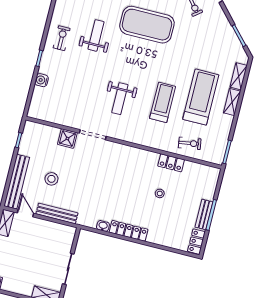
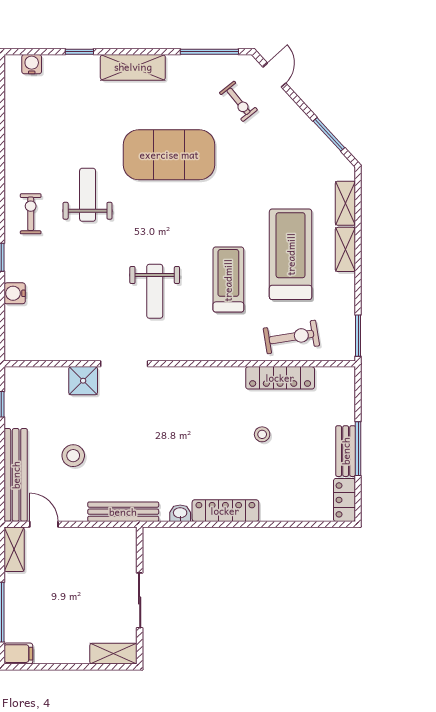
exercise bike: (190, 143) -> (291, 337), width x1.38, depth x1.39
locker: (171, 163) -> (280, 378), width x1.53
bench: (57, 213) -> (123, 512), moved

